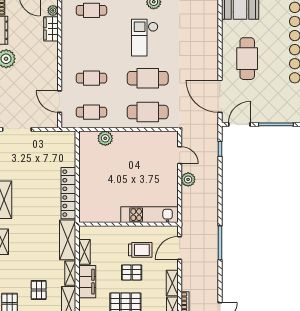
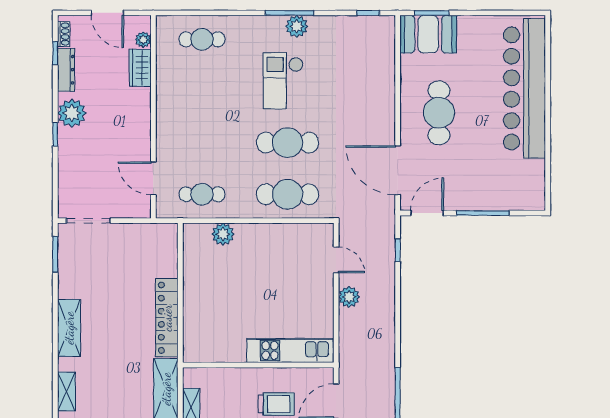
cafe table: (91, 78) -> (202, 143), removed

